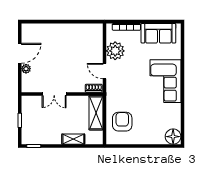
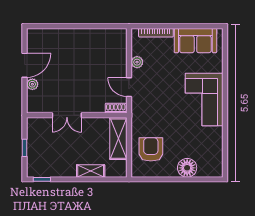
plant: (115, 51) -> (137, 62), width x0.53, depth x0.53
floor lamp: (173, 137) -> (187, 168), moved

